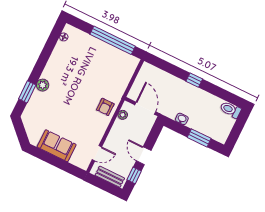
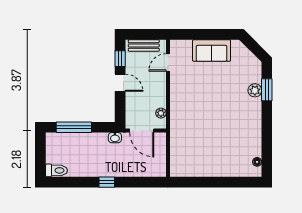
window: (113, 40) -> (207, 182), removed
plant: (43, 85) -> (255, 90), moved
armchair: (105, 107) -> (182, 113), removed
washbasin: (182, 119) -> (115, 138), moved
window: (199, 138) -> (74, 127), width x1.44

